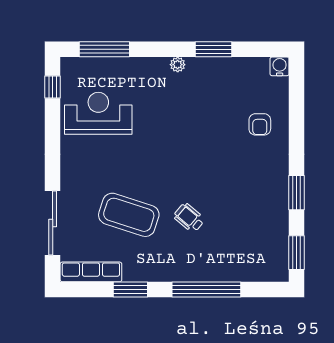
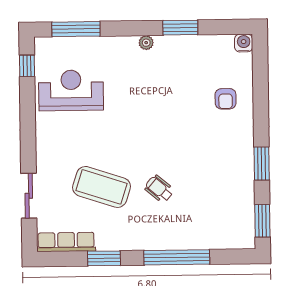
sliding door: (53, 223) -> (29, 196), width x0.73

